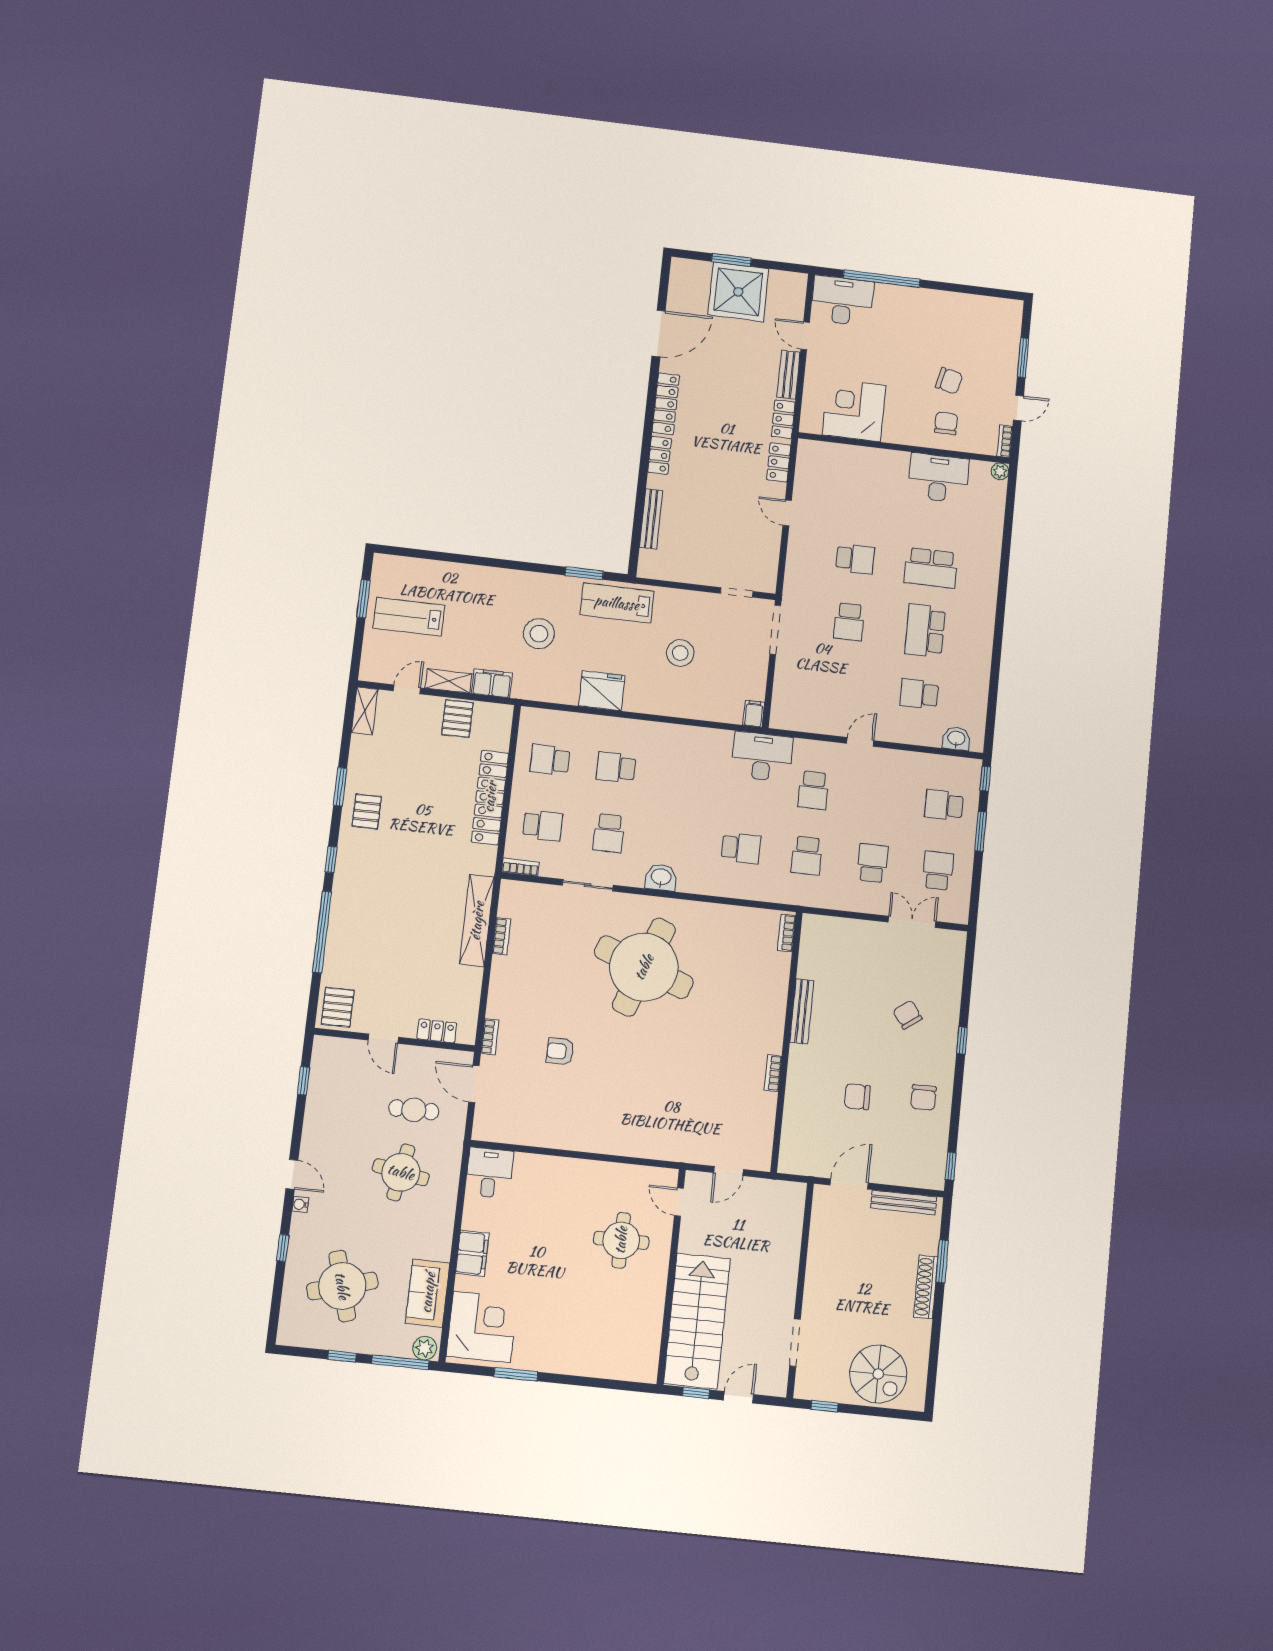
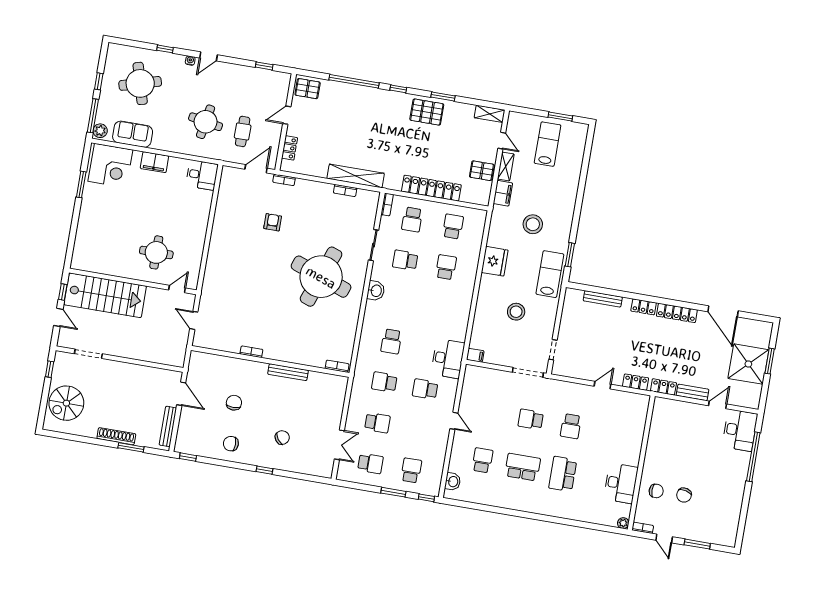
corner desk: (854, 410) -> (667, 433), removed
pallet: (367, 811) -> (427, 112), width x1.50, depth x1.42

